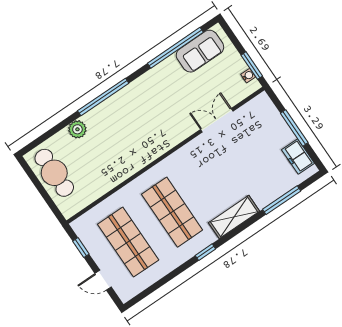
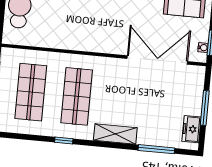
double door: (217, 120) -> (157, 60), width x1.87
window: (205, 252) -> (64, 140), moved

